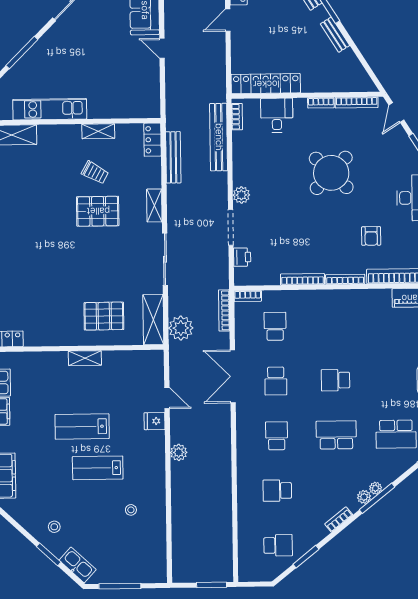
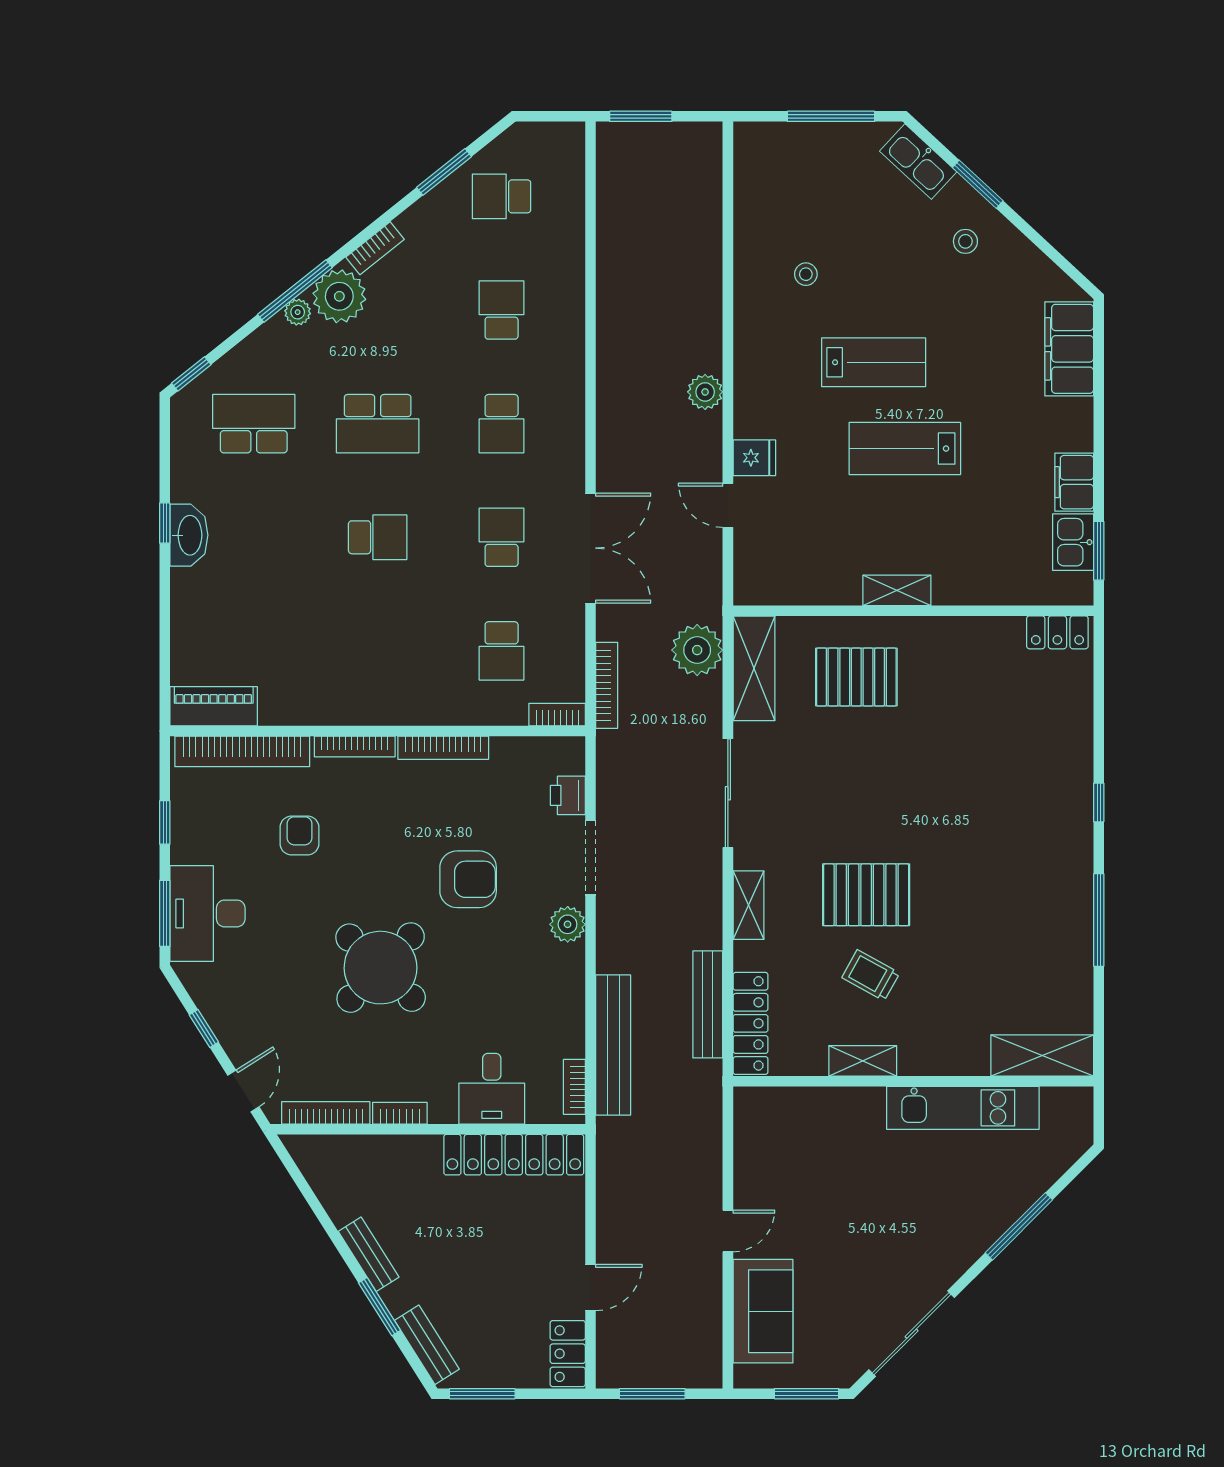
door: (162, 48) -> (728, 1231), hinge flipped
locker: (152, 140) -> (750, 1023), width x1.53
armchair: (290, 216) -> (468, 879), added
lab bench: (82, 427) -> (905, 449), turned 180
school desk: (277, 491) -> (502, 310), turned -90
plant: (364, 497) -> (339, 296), width x1.87, depth x1.87

